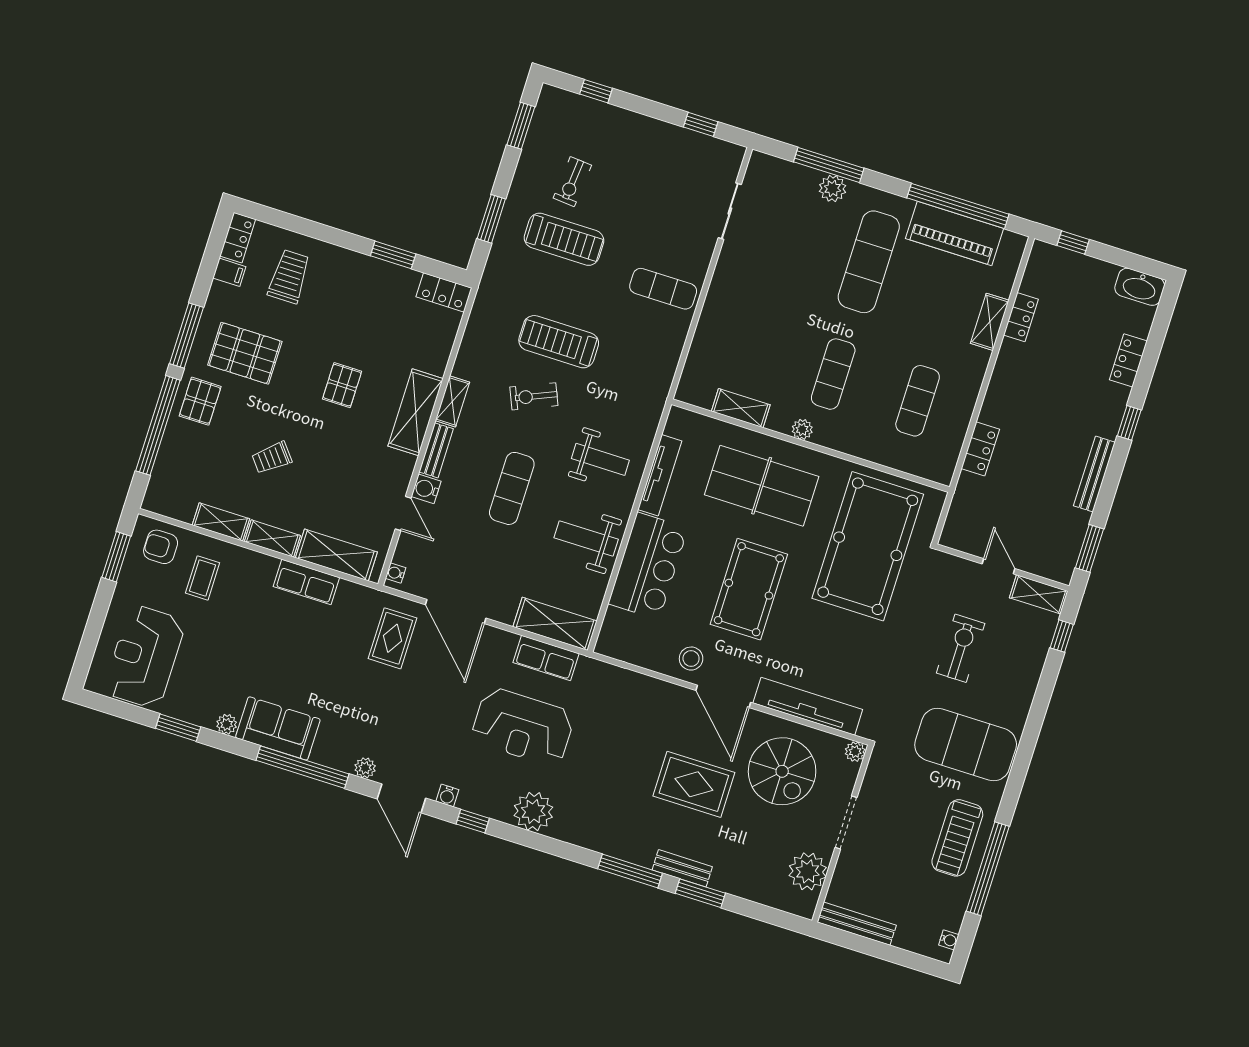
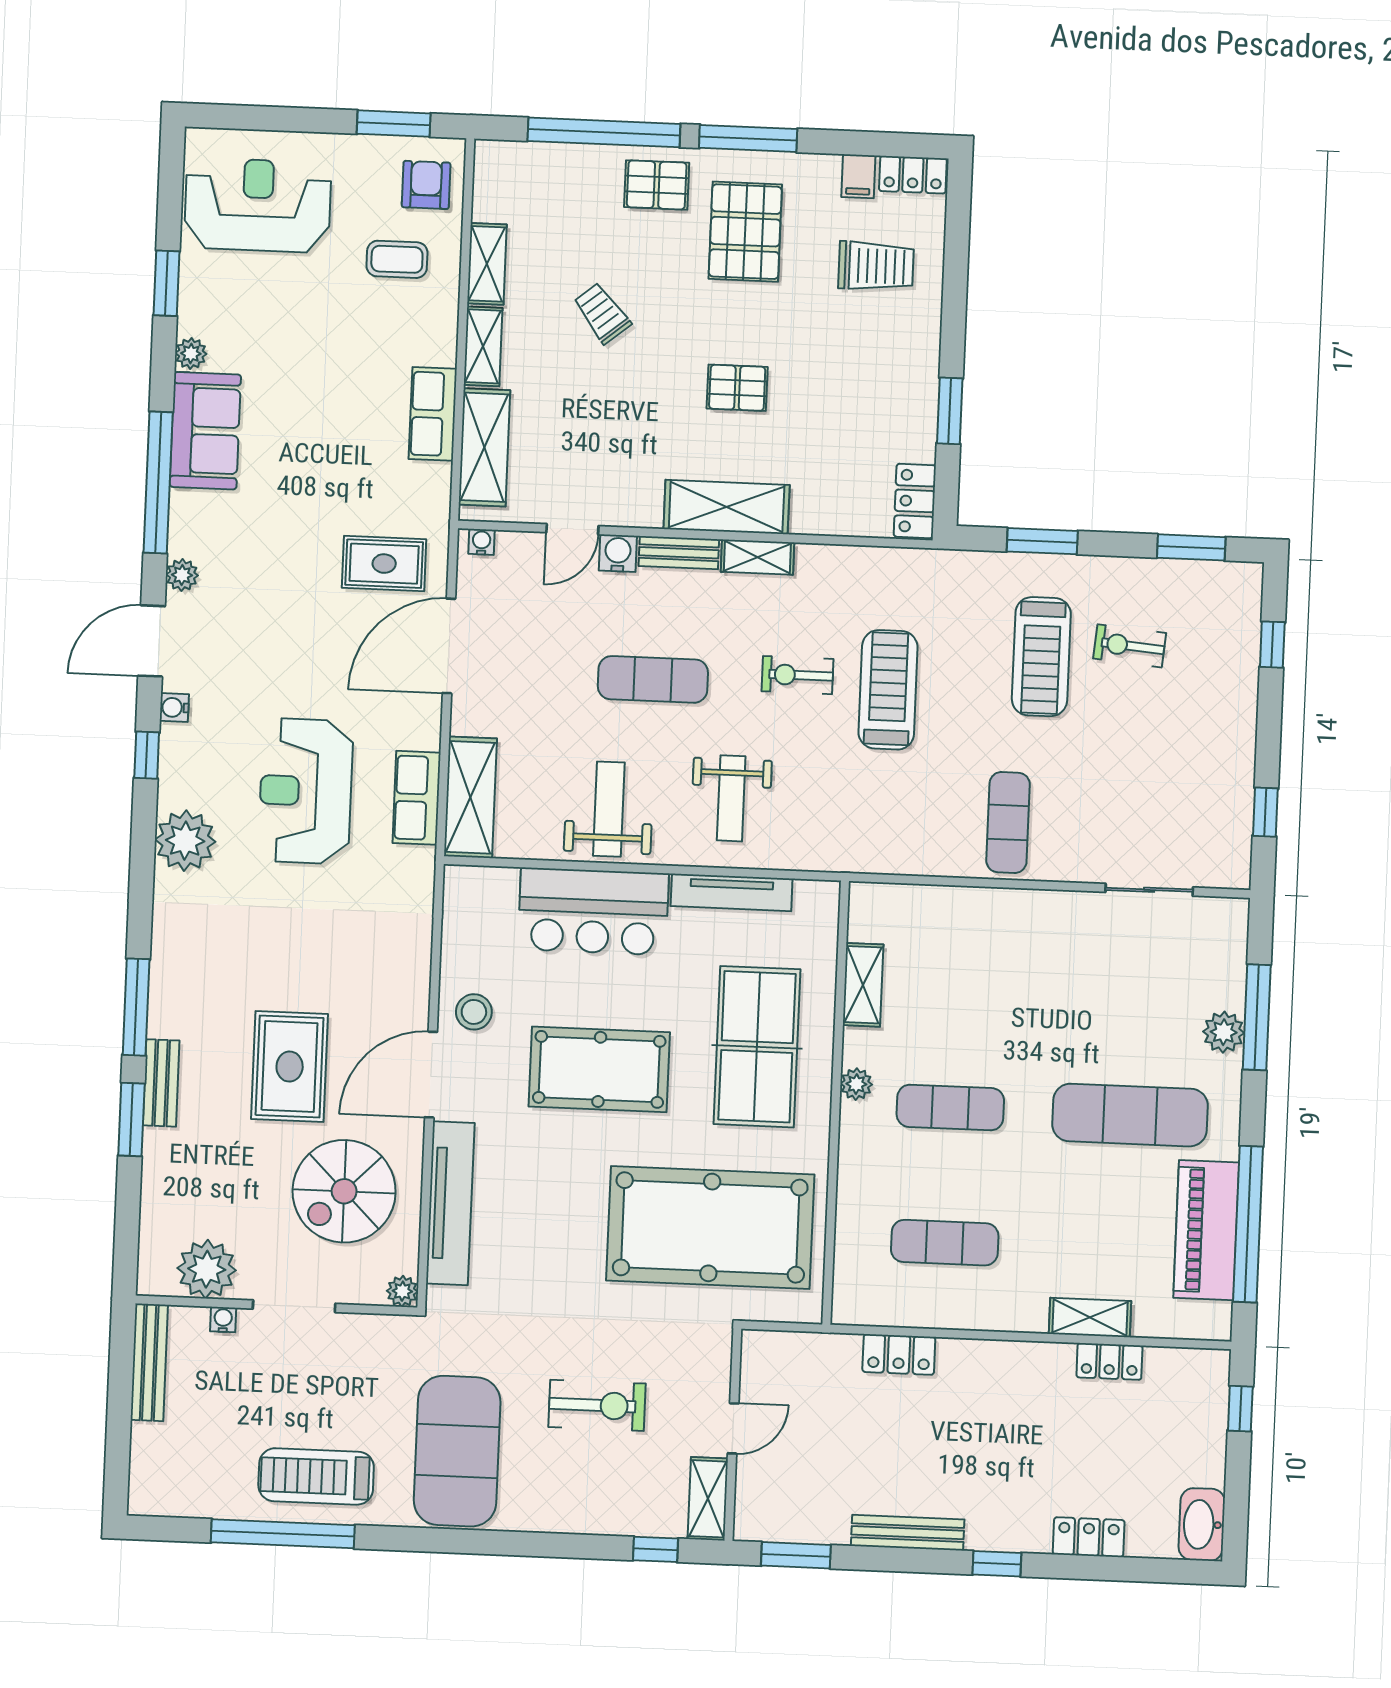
exercise bike: (534, 396) -> (798, 675), turned -67
water cooler: (949, 940) -> (223, 1320), moved, turned 180

